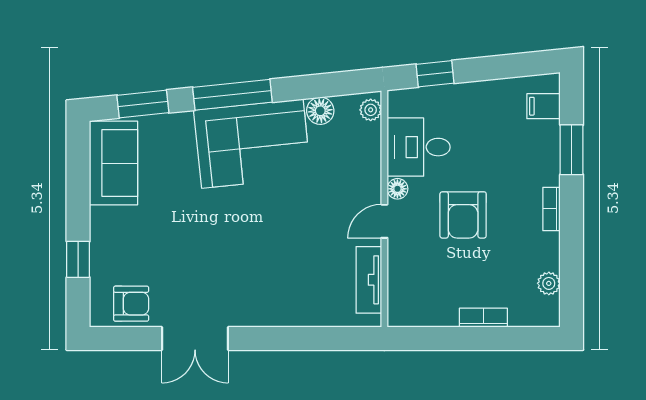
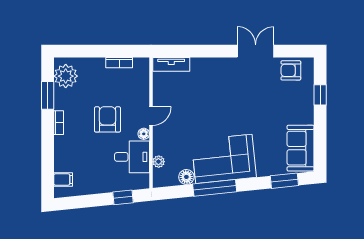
window: (232, 95) -> (215, 188), moved
plant: (371, 110) -> (159, 162), moved
window: (572, 150) -> (48, 95), moved
tv unit: (369, 280) -> (171, 64), moved, turned 90
plant: (549, 283) -> (66, 76), width x1.87, depth x1.87
bookcase: (483, 318) -> (119, 63), moved

